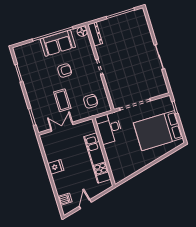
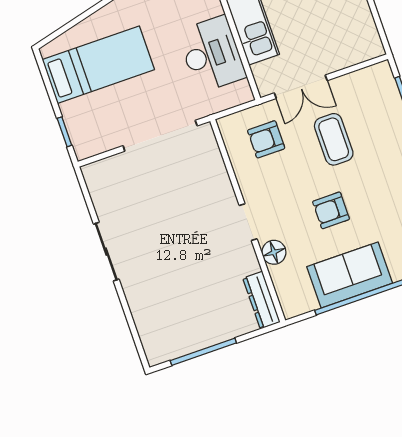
floor lamp: (82, 31) -> (274, 252), moved
double door: (62, 127) -> (301, 87), moved
desk: (109, 128) -> (212, 54), moved
bed: (158, 131) -> (98, 65), width x0.67

